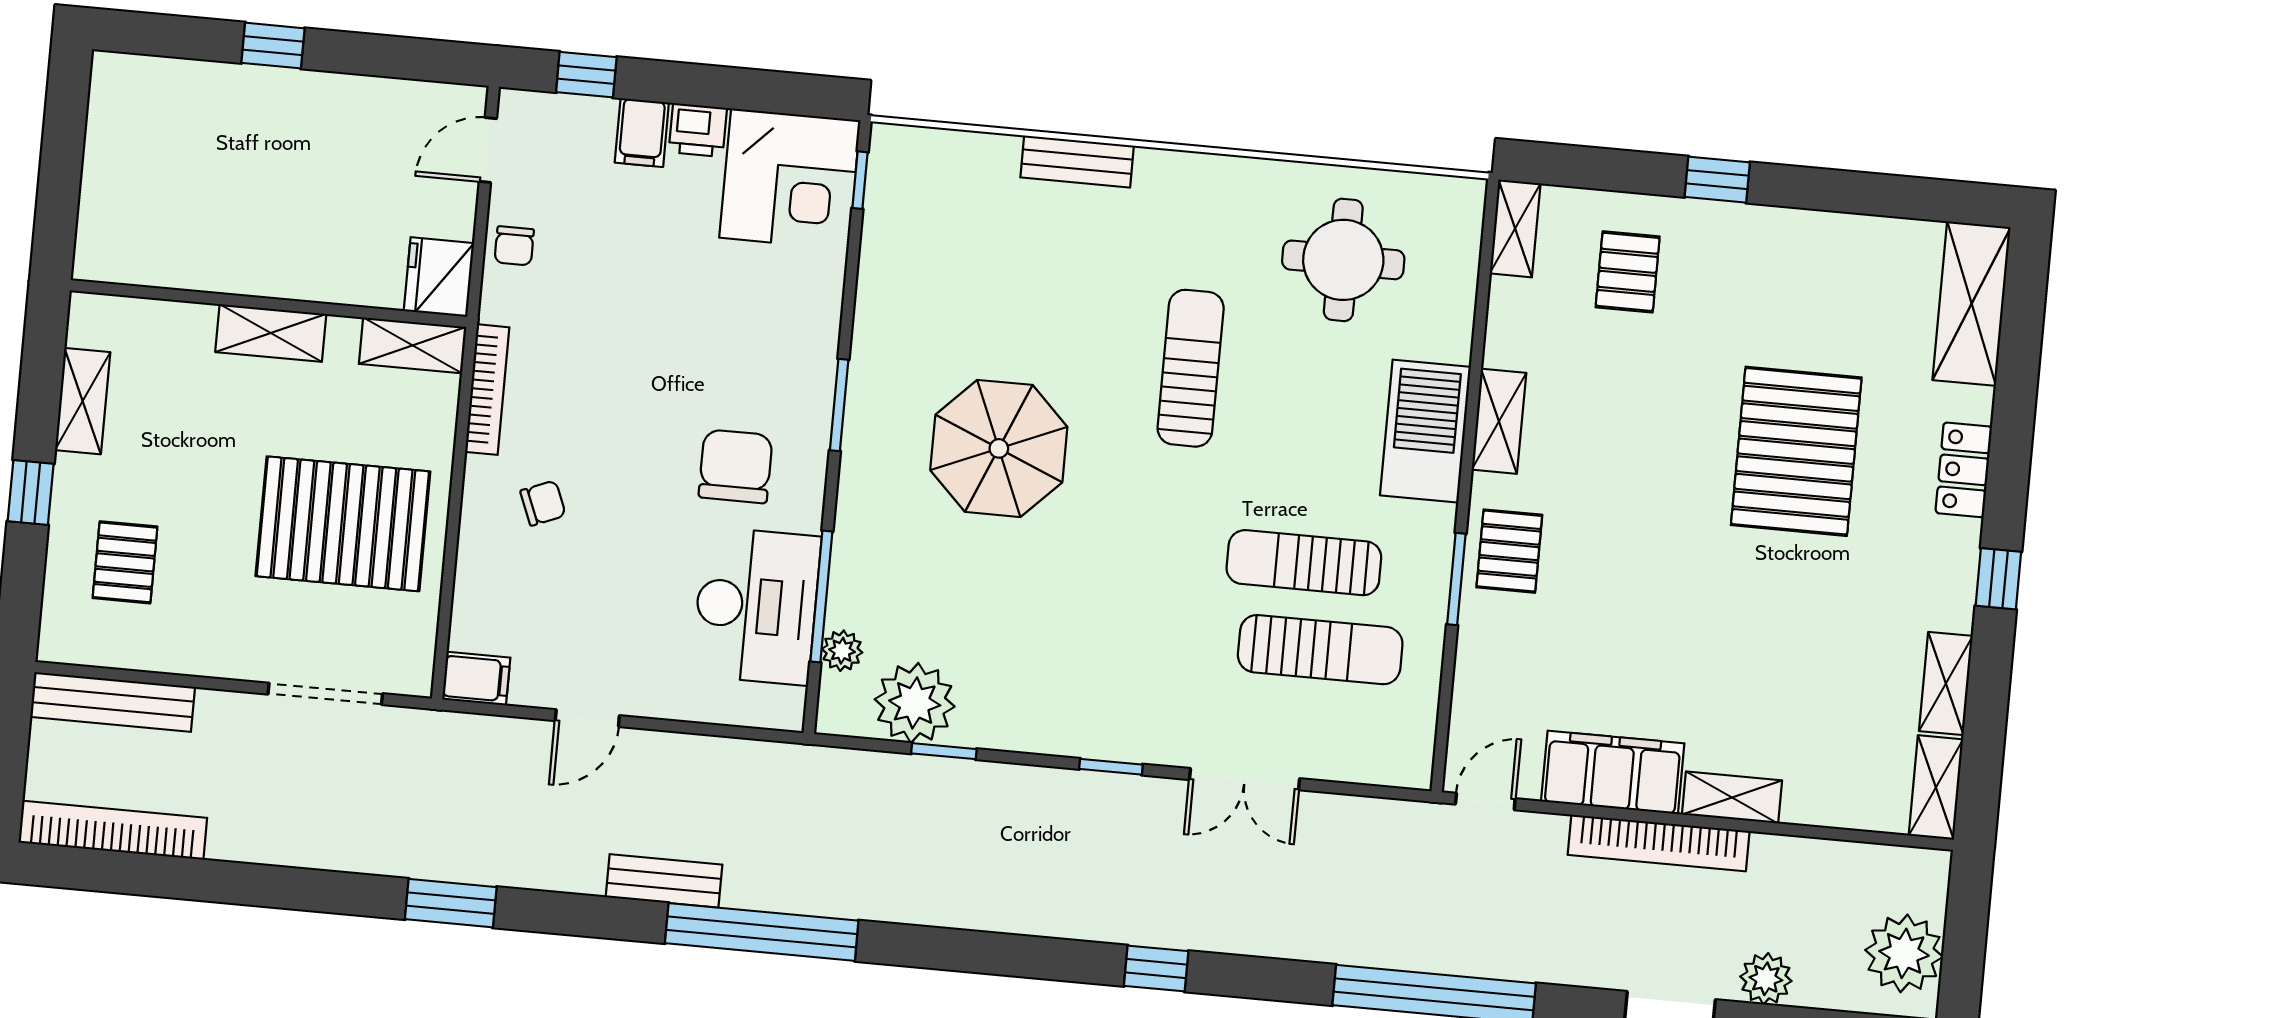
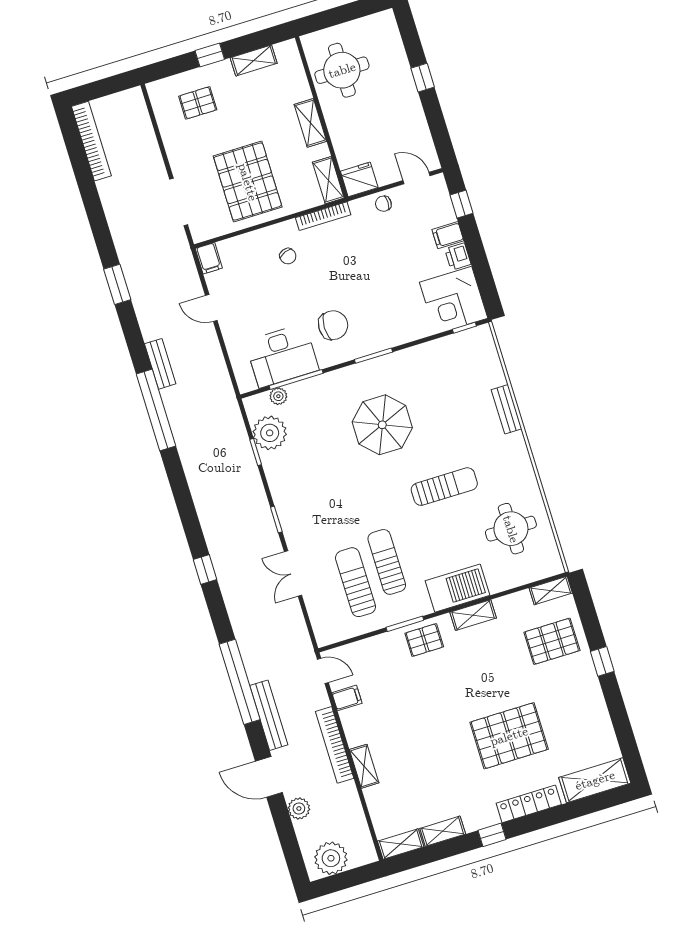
round table: (184, 216) -> (342, 70), added
pallet: (1628, 272) -> (552, 641), width x1.50, depth x1.42
locker: (1964, 470) -> (529, 804), width x1.53
sun lounger: (1320, 650) -> (356, 582), turned 180
bench: (113, 702) -> (269, 715), moved
filing cabinet: (1613, 772) -> (347, 698), width x0.33, depth x0.86

